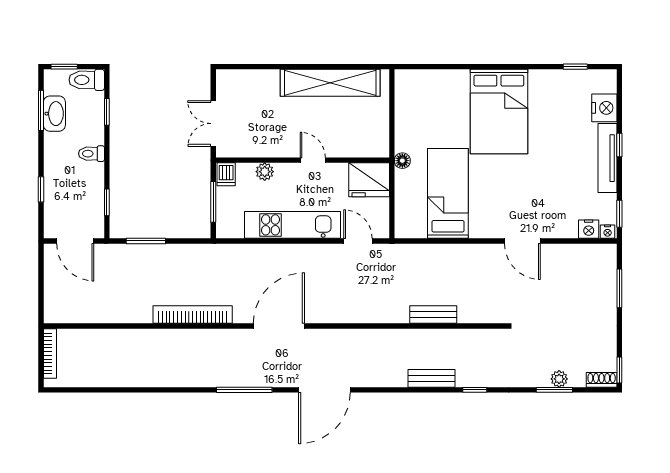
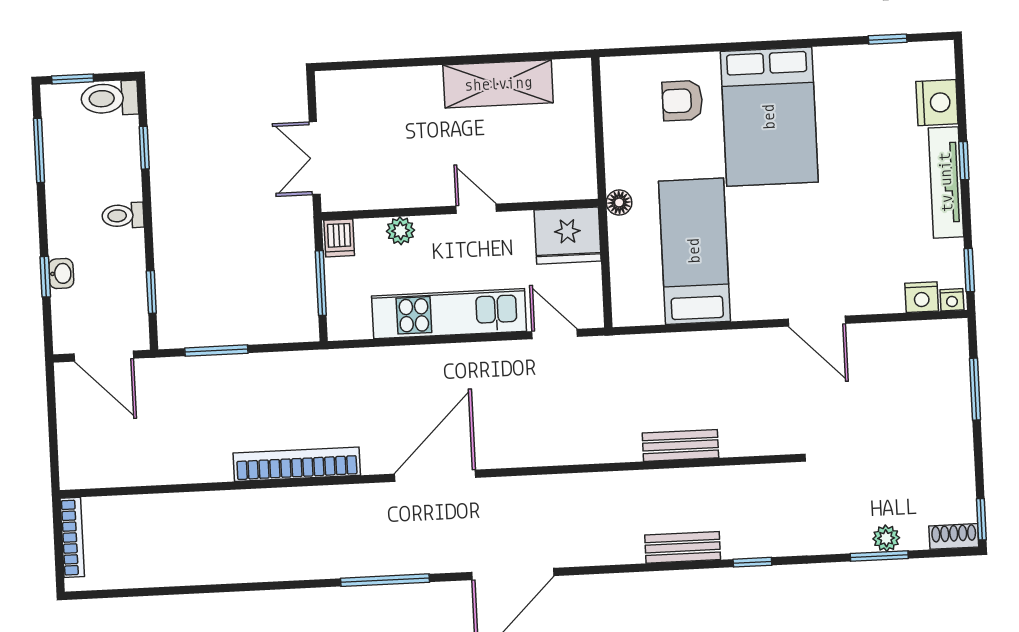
shelving: (330, 83) -> (498, 84), width x0.68
armchair: (445, 99) -> (682, 101), added
washbasin: (54, 114) -> (61, 273), moved, width x0.52, depth x0.69

